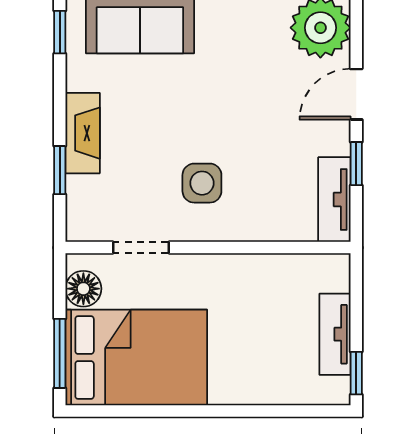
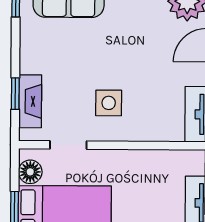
fireplace: (83, 133) -> (30, 101), moved

